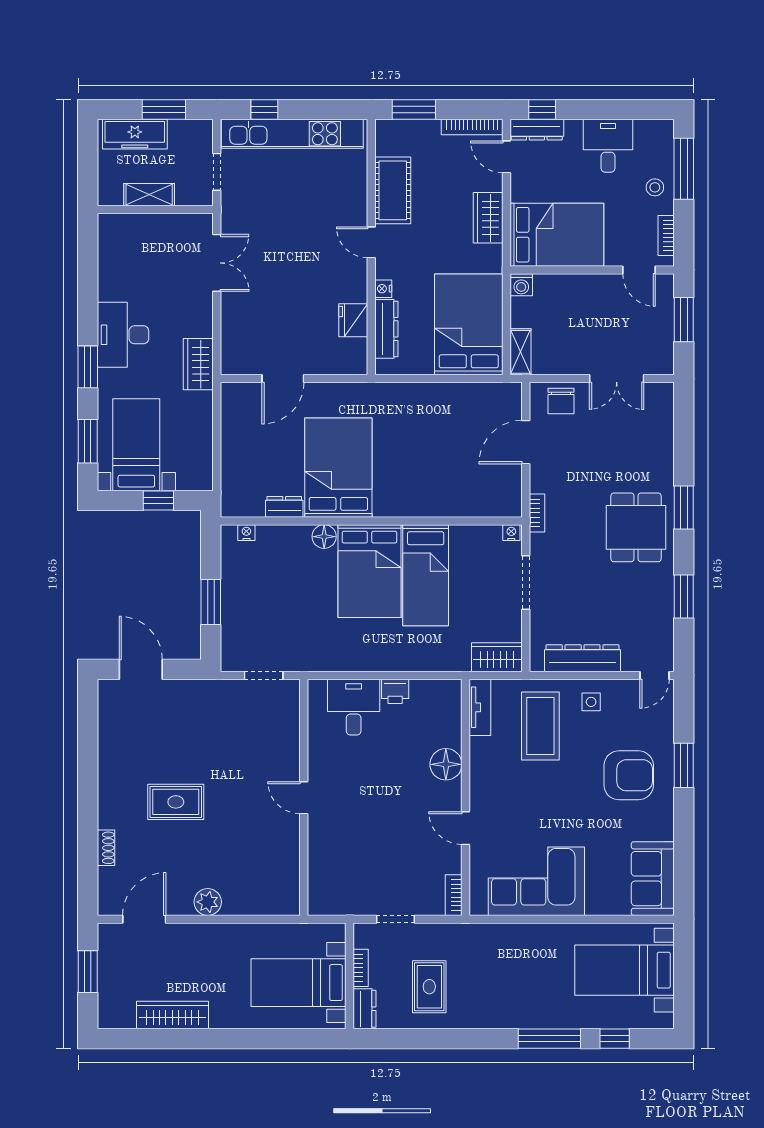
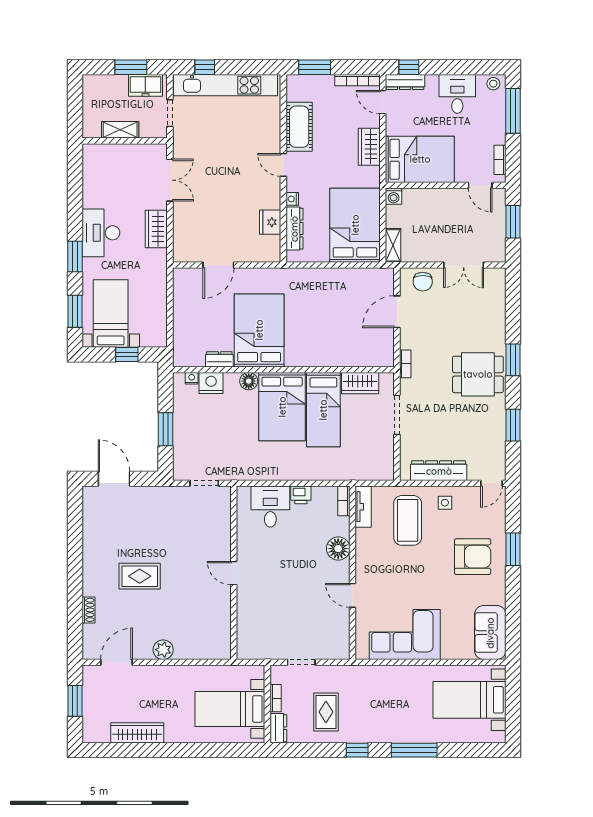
freezer: (135, 134) -> (145, 85), moved, width x0.71
stool: (655, 187) -> (493, 84), moved
wardrobe: (198, 364) -> (156, 229), moved
dining table: (636, 527) -> (478, 374), turned 90
nightstand: (511, 533) -> (211, 383), moved, width x1.89, depth x1.79
wardrobe: (497, 657) -> (360, 383), moved, turned 180
bookcase: (454, 895) -> (344, 501), moved
window: (615, 1039) -> (357, 750), moved

